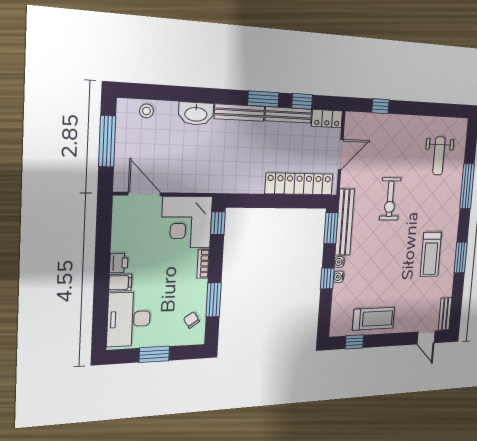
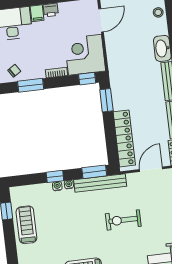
door: (341, 155) -> (151, 169), swing flipped
window: (249, 201) -> (106, 100), added
treadmill: (374, 319) -> (26, 225), turned 180

